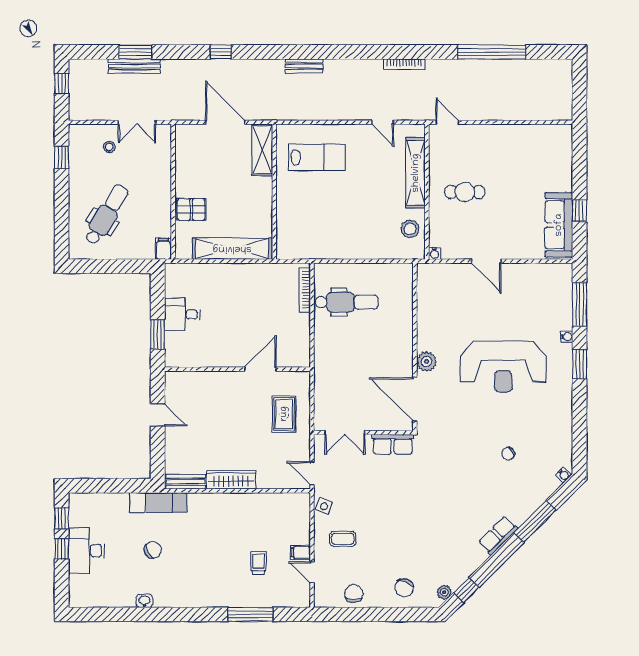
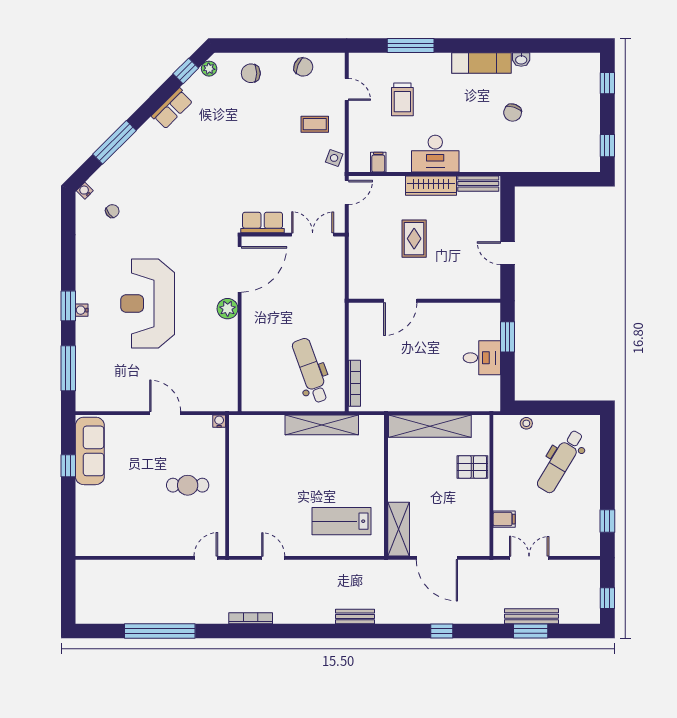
door: (447, 122) -> (206, 558), swing flipped
stool: (109, 147) -> (526, 423), moved
shelving: (416, 173) -> (322, 425), moved, turned 90
stool: (410, 229) -> (245, 447), removed
filing cabinet: (163, 249) -> (504, 519), moved, turned -90
dental chair: (347, 302) -> (311, 371), turned 70
water cooler: (567, 337) -> (82, 310), moved
reception desk: (503, 367) -> (148, 303), turned -90
door: (415, 399) -> (240, 269), hinge flipped
rug: (284, 414) -> (414, 239), moved
chair: (508, 454) -> (112, 211), moved
door: (312, 473) -> (347, 192), hinge flipped
exam couch: (158, 503) -> (482, 63), moved, turned 180
row of seats: (498, 535) -> (172, 109), moved
window: (62, 549) -> (607, 83), moved
chair: (153, 550) -> (513, 113), turned -43
desk: (86, 551) -> (435, 154), moved, turned 90
filing cabinet: (301, 552) -> (378, 162), moved, turned -90
trolley: (259, 563) -> (402, 99), width x1.36, depth x1.39
chair: (404, 588) -> (251, 73), turned -109
chair: (354, 594) -> (303, 67), turned -68

